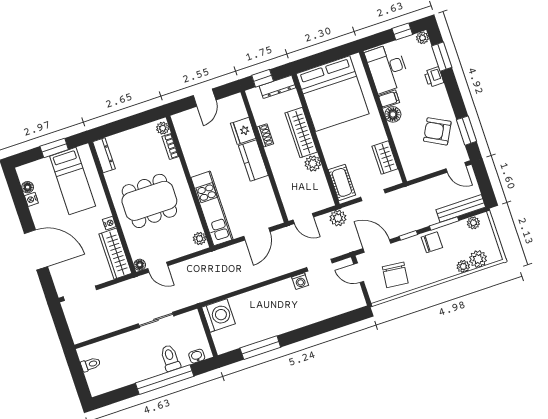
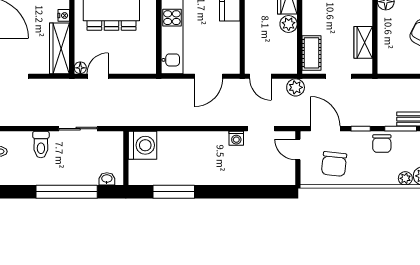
plant: (200, 239) -> (149, 61), removed
chair: (432, 242) -> (382, 144), turned 90
door: (158, 267) -> (98, 76), swing flipped
toilet: (170, 358) -> (41, 144), moved, turned 180

